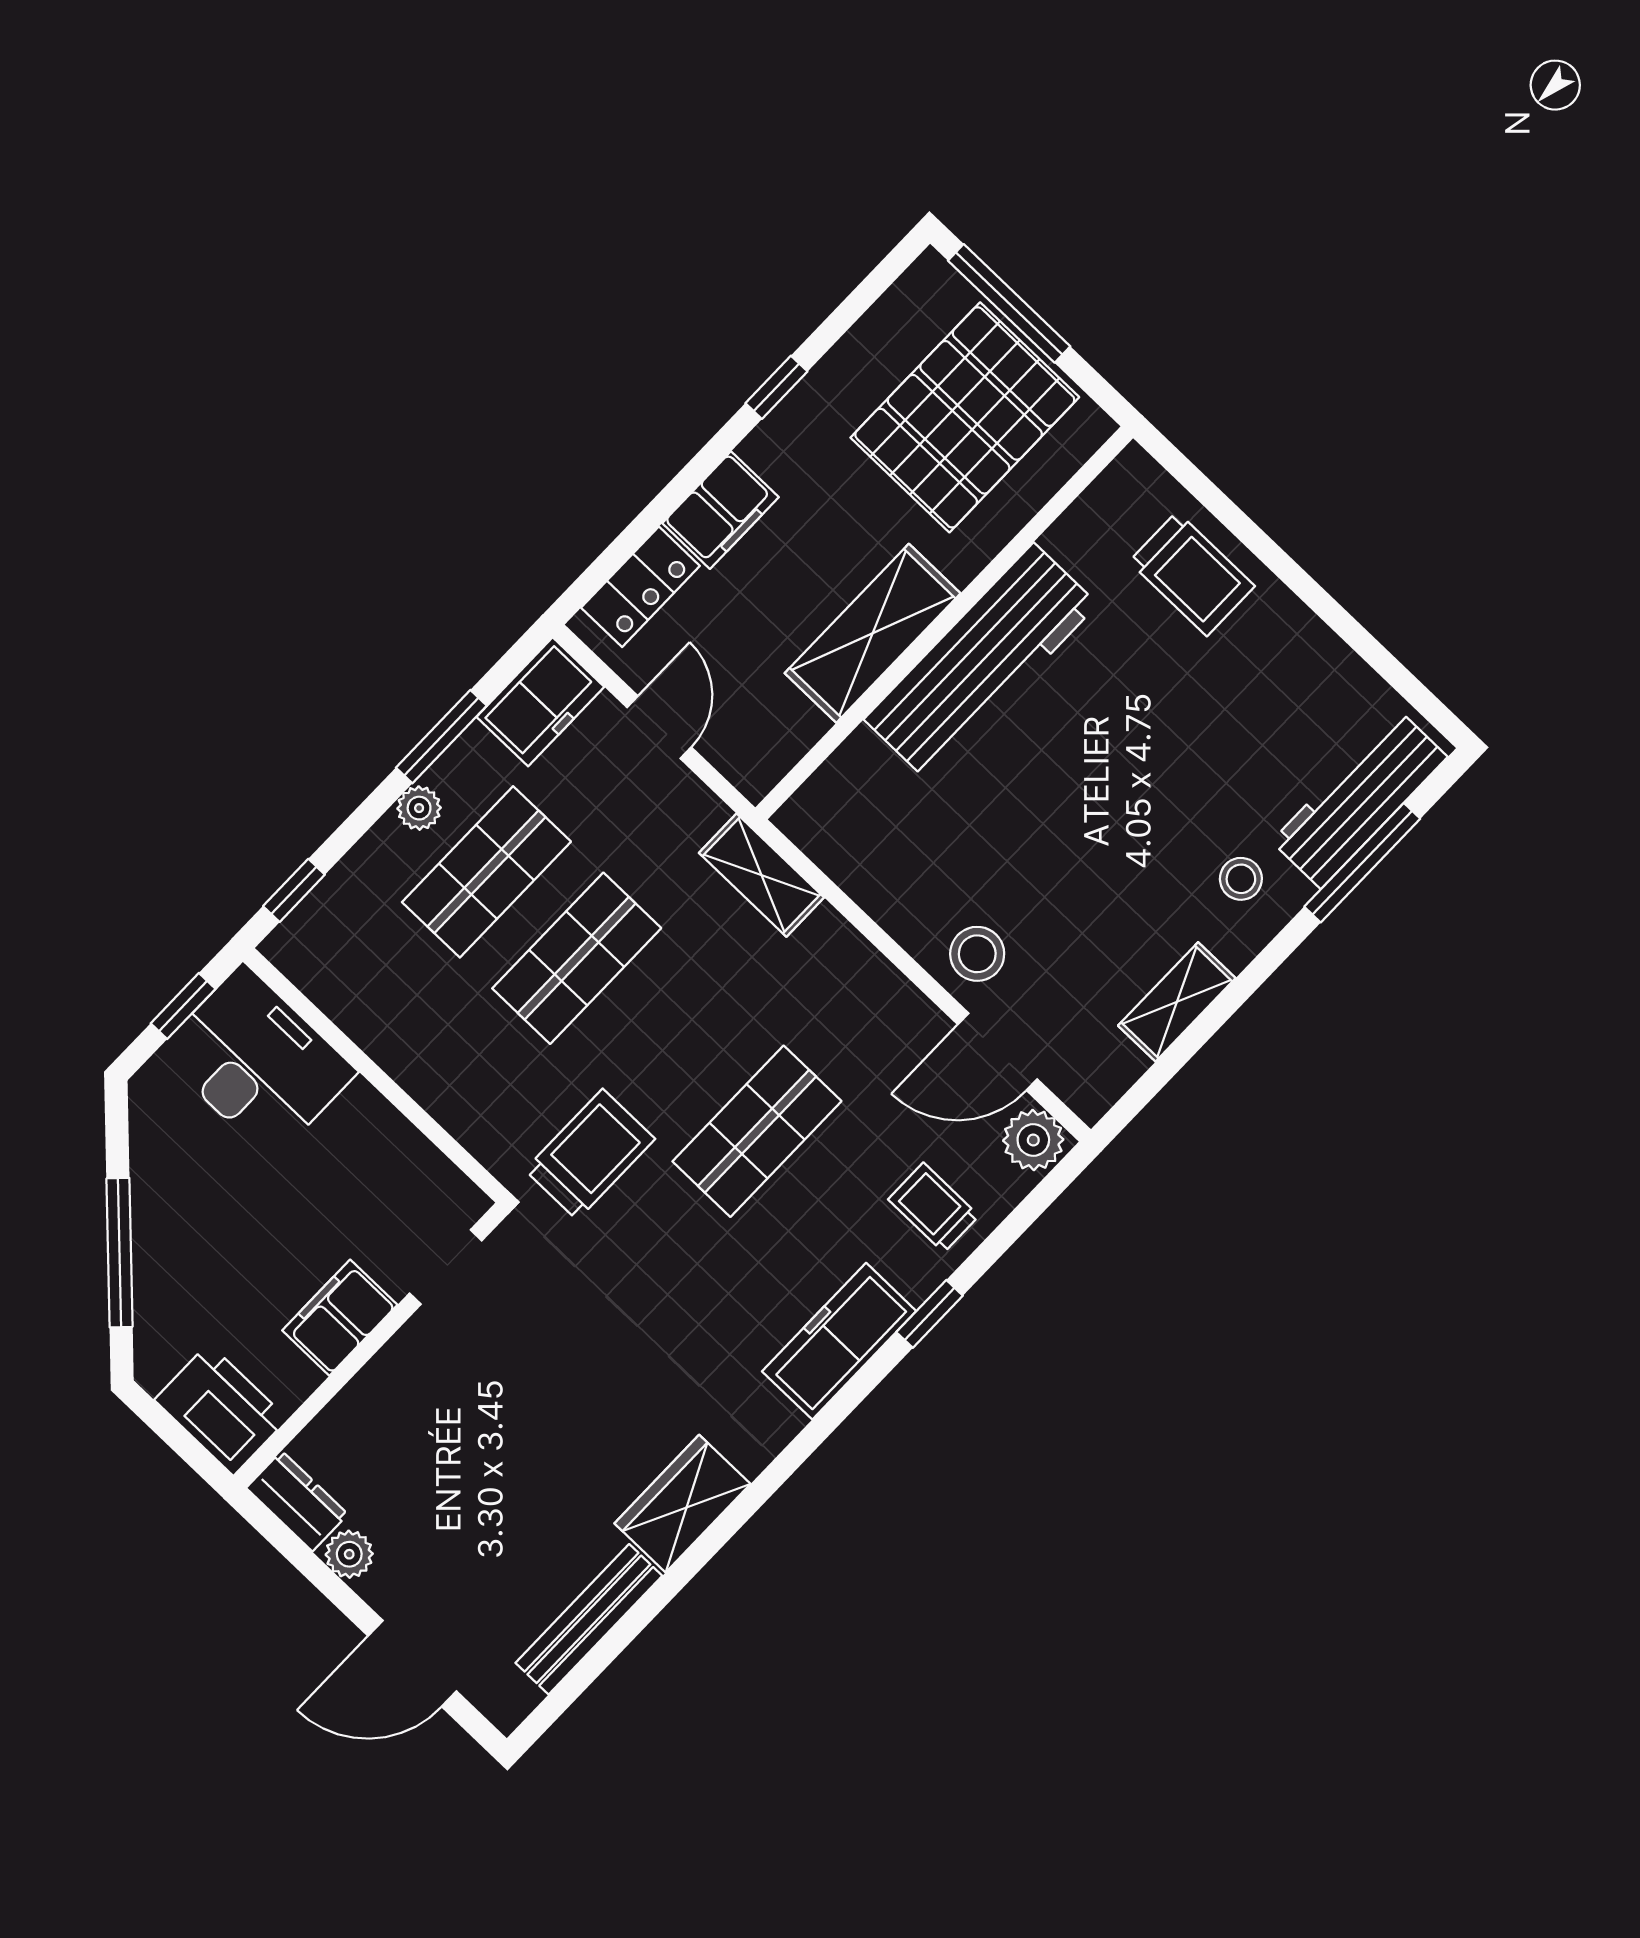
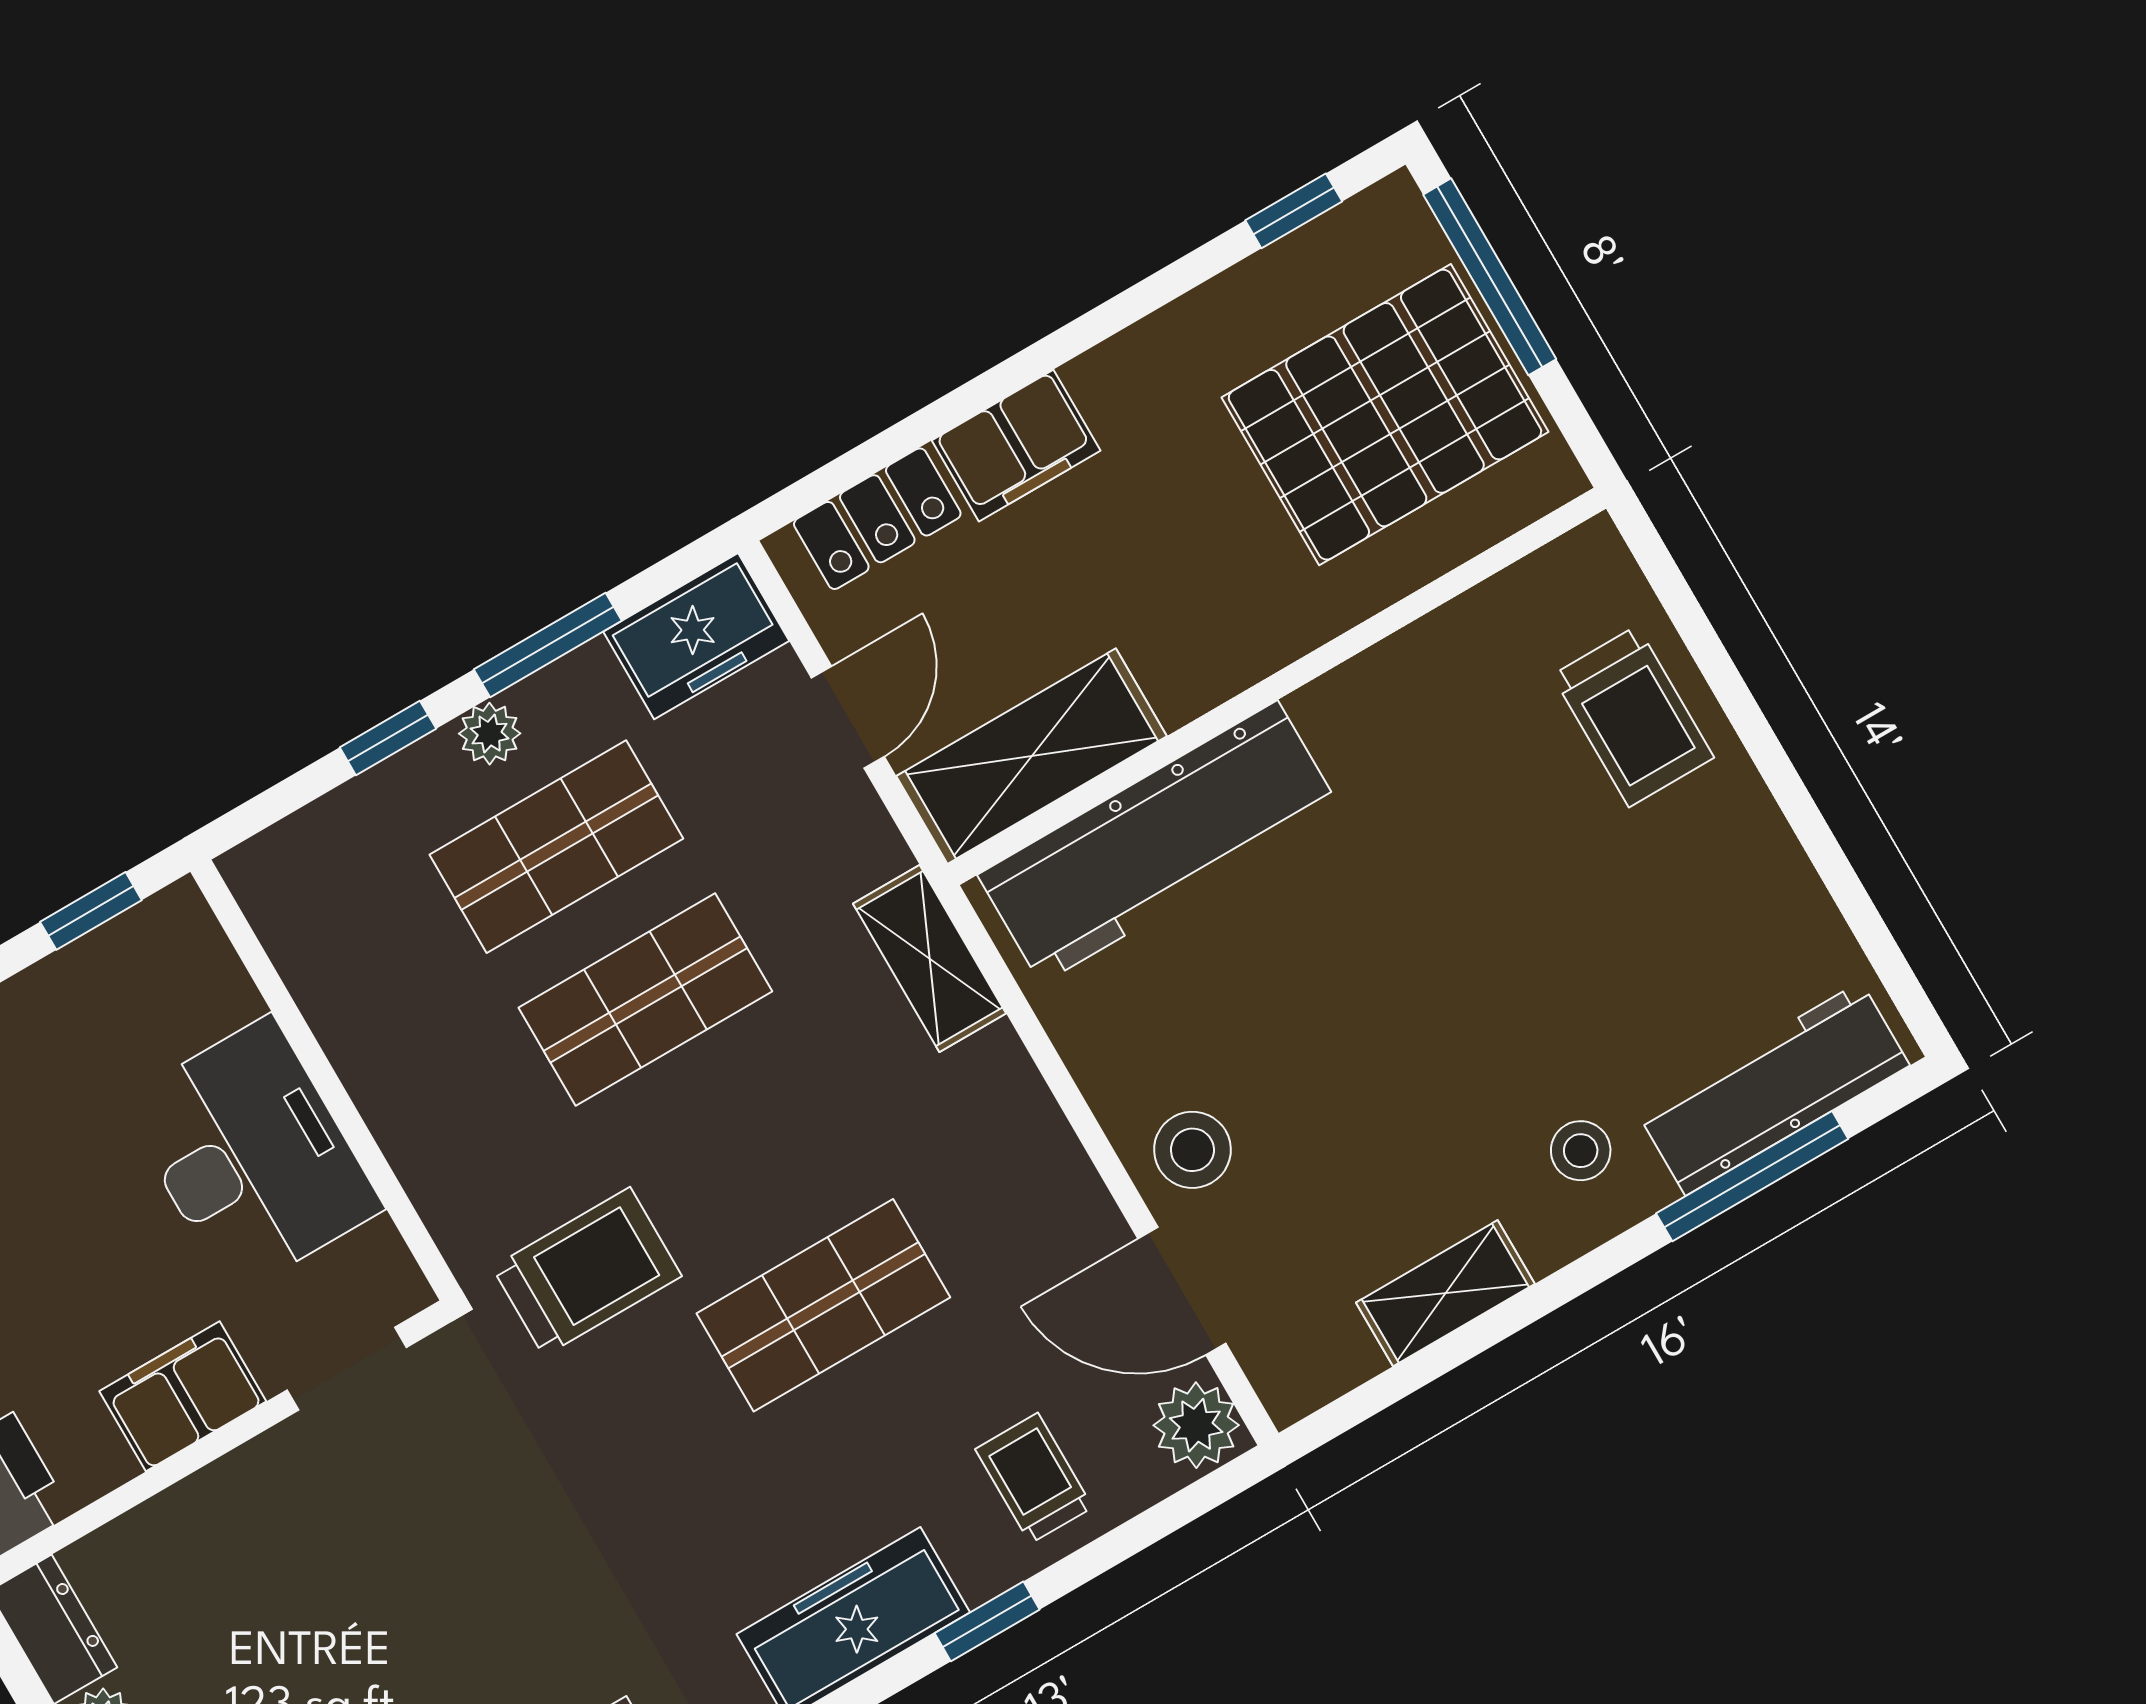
window: (776, 387) -> (1294, 211), moved
shelving: (873, 633) -> (1032, 756), moved
workbench: (981, 662) -> (1159, 842), moved
window: (294, 890) -> (388, 738), moved
desk: (257, 1062) -> (251, 1155), moved

